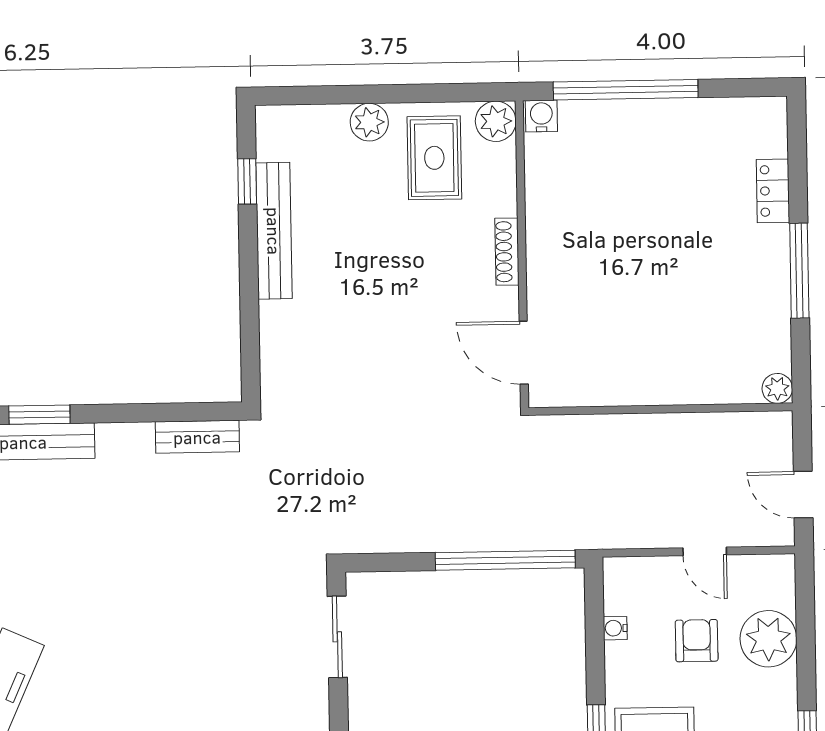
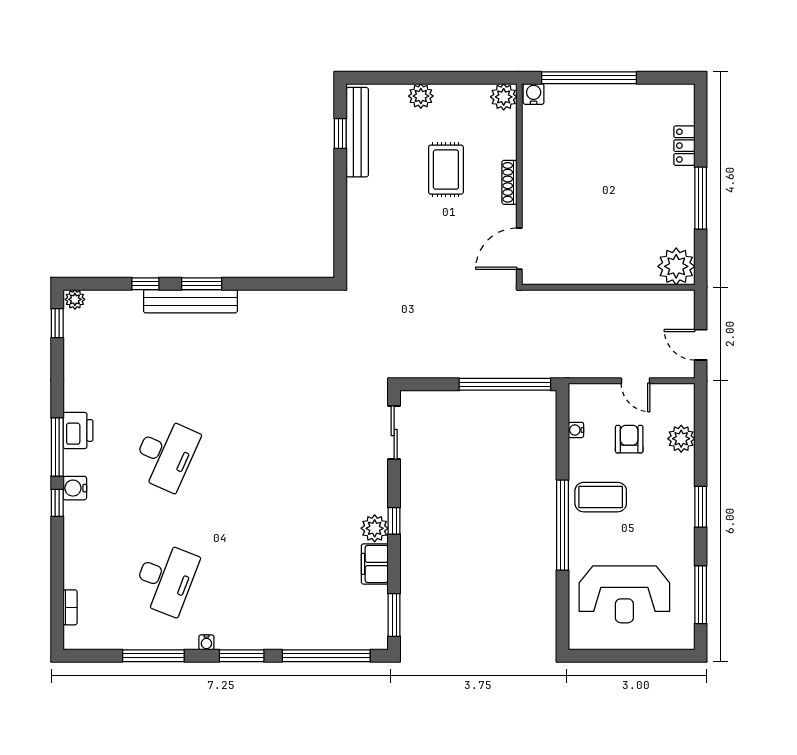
rug: (434, 158) -> (446, 170), moved
bench: (274, 231) -> (357, 132), moved
door: (524, 353) -> (519, 249), hinge flipped
plant: (777, 388) -> (676, 266), width x1.88, depth x1.88
bench: (197, 437) -> (305, 300), removed
plant: (768, 639) -> (681, 439), width x0.73, depth x0.73

